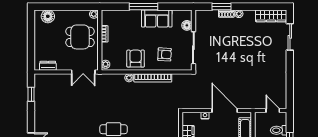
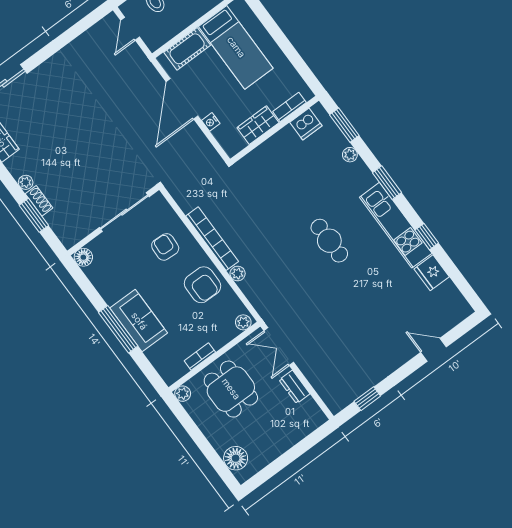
sofa: (157, 19) -> (139, 321), moved
floor lamp: (187, 25) -> (83, 257), moved
armchair: (136, 59) -> (202, 285), turned -90
dresser: (48, 66) -> (294, 387), moved
double door: (83, 72) -> (279, 347), swing flipped

